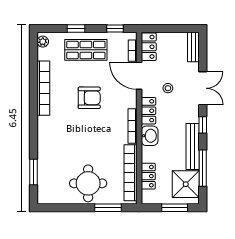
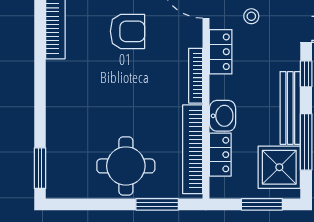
washbasin: (150, 136) -> (223, 116), moved
window: (34, 172) -> (40, 168), moved

